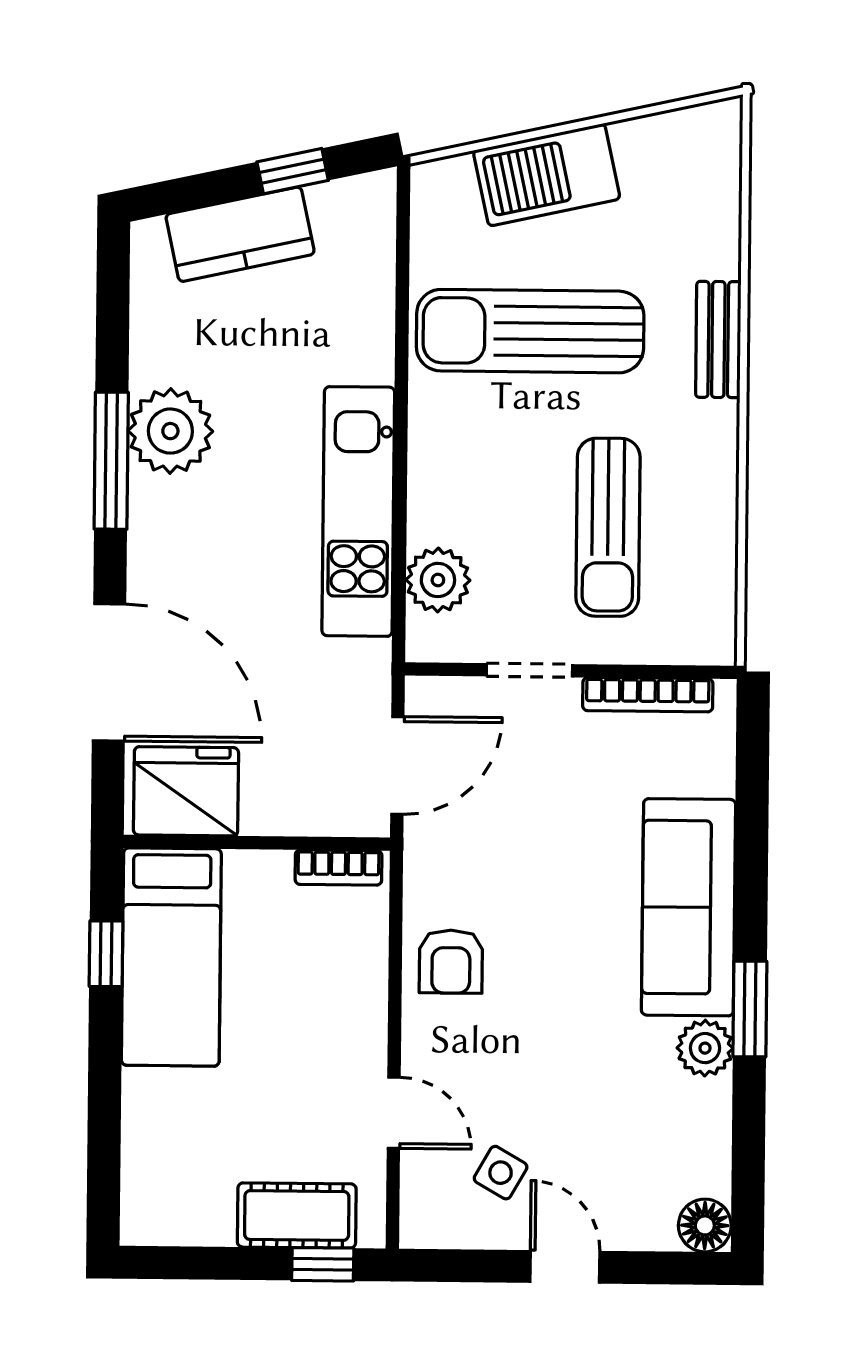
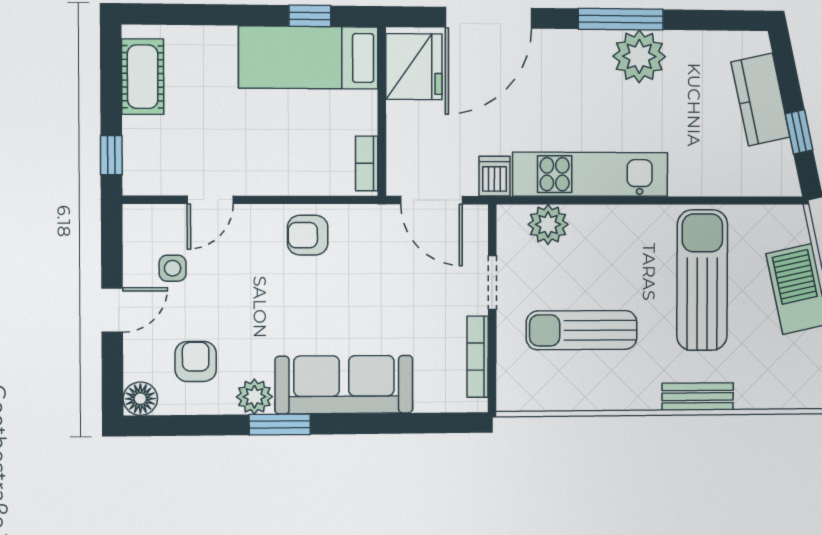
dishwasher: (360, 665) -> (495, 176), added
armchair: (648, 1139) -> (196, 361), added
side table: (501, 1173) -> (173, 268), turned -30
cot: (297, 1215) -> (143, 77), moved

